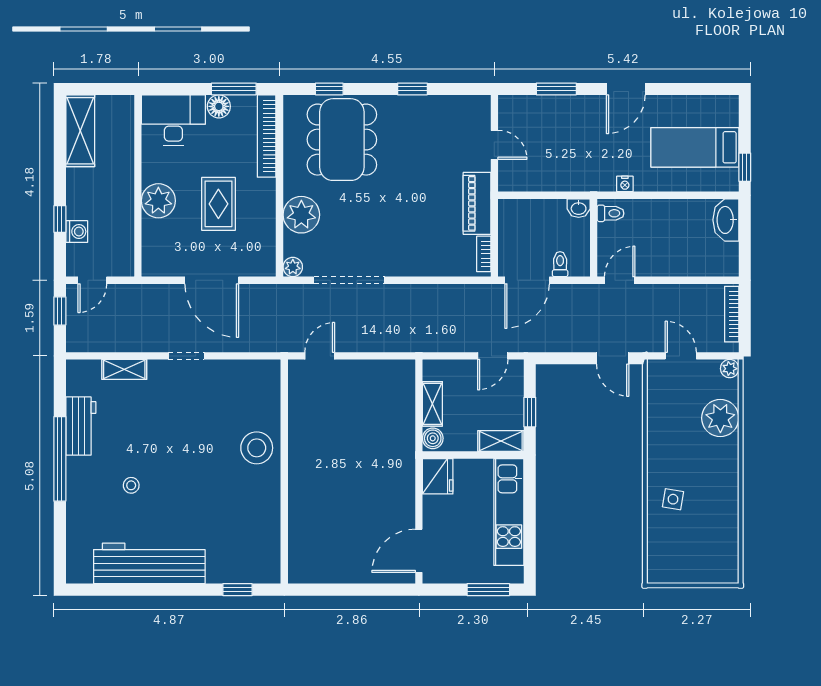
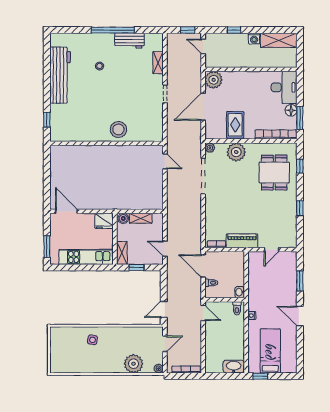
dining table: (342, 140) -> (274, 172), width x0.73
plant: (158, 201) -> (214, 80), moved
rug: (218, 204) -> (235, 125), moved, turned 90
washing machine: (77, 232) -> (254, 38), moved

